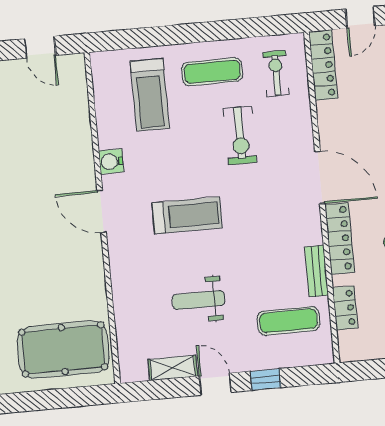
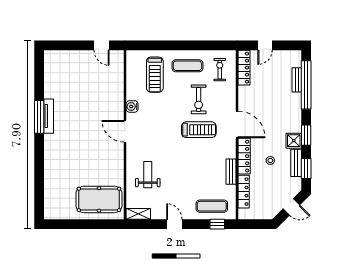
treadmill: (187, 215) -> (199, 130), moved
weight bench: (199, 300) -> (148, 175), moved, turned 90
locker: (345, 308) -> (244, 192), width x1.53
exercise mat: (289, 321) -> (212, 206), moved
shelving: (173, 368) -> (138, 214), moved
window: (266, 379) -> (217, 224), moved

